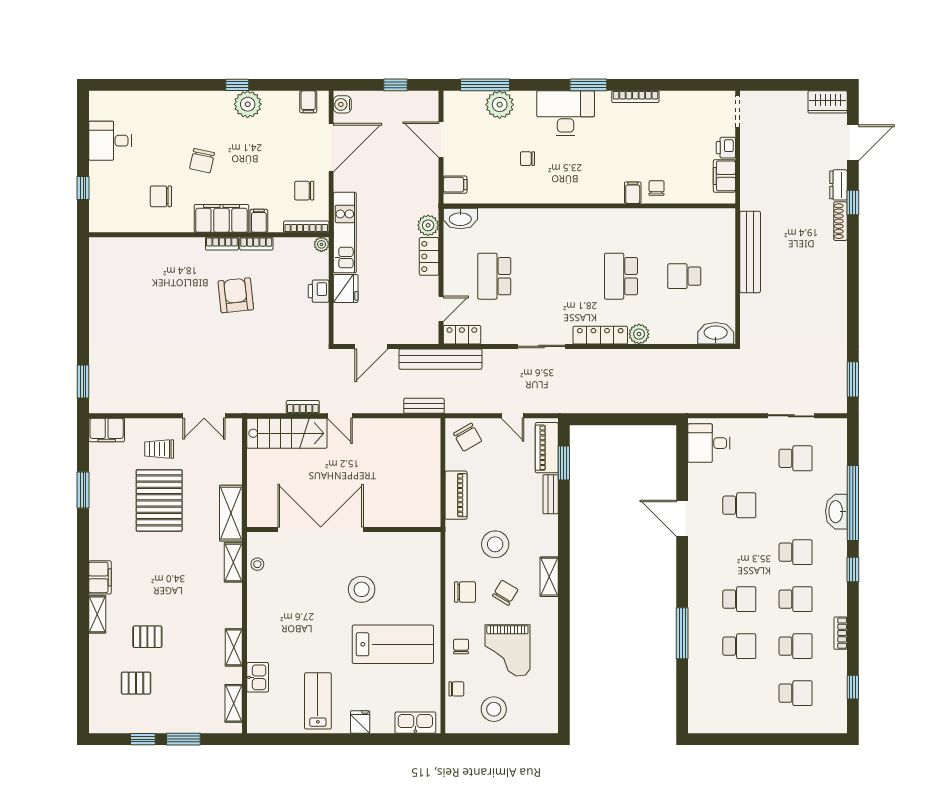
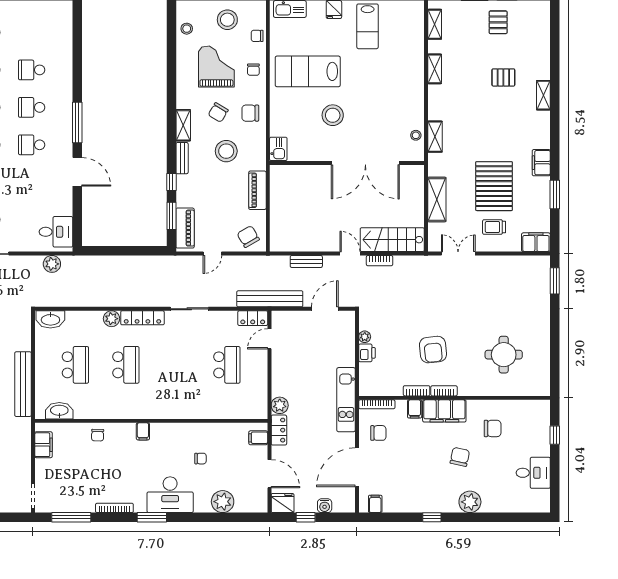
window: (485, 85) -> (71, 517), moved
plant: (248, 104) -> (470, 502), moved
water cooler: (342, 104) -> (325, 506), moved, turned 90
printer: (726, 148) -> (42, 467), removed
filing cabinet: (633, 193) -> (143, 431), moved
washbasin: (460, 219) -> (59, 411), moved
plant: (321, 244) -> (365, 337), moved
locker: (429, 256) -> (279, 430), moved
school desk: (684, 276) -> (75, 365), width x1.85
round table: (147, 289) -> (504, 355), added
fridge: (346, 289) -> (283, 503), moved, turned 90
plant: (714, 403) -> (52, 264), added
bench: (424, 406) -> (306, 261), moved
door: (513, 416) -> (212, 254), swing flipped
trolley: (159, 449) -> (494, 227), turned 180
bench: (551, 494) -> (182, 158), moved
school desk: (739, 505) -> (32, 145), moved
window: (564, 506) -> (171, 182), added
shelving: (231, 513) -> (437, 199), moved
filing cabinet: (100, 577) -> (541, 163), moved
window: (682, 633) -> (77, 122), moved
kitchen sink: (258, 677) -> (278, 149), moved, turned 180
pallet: (136, 683) -> (498, 22), moved, turned 90
stool: (545, 698) -> (187, 29), added

